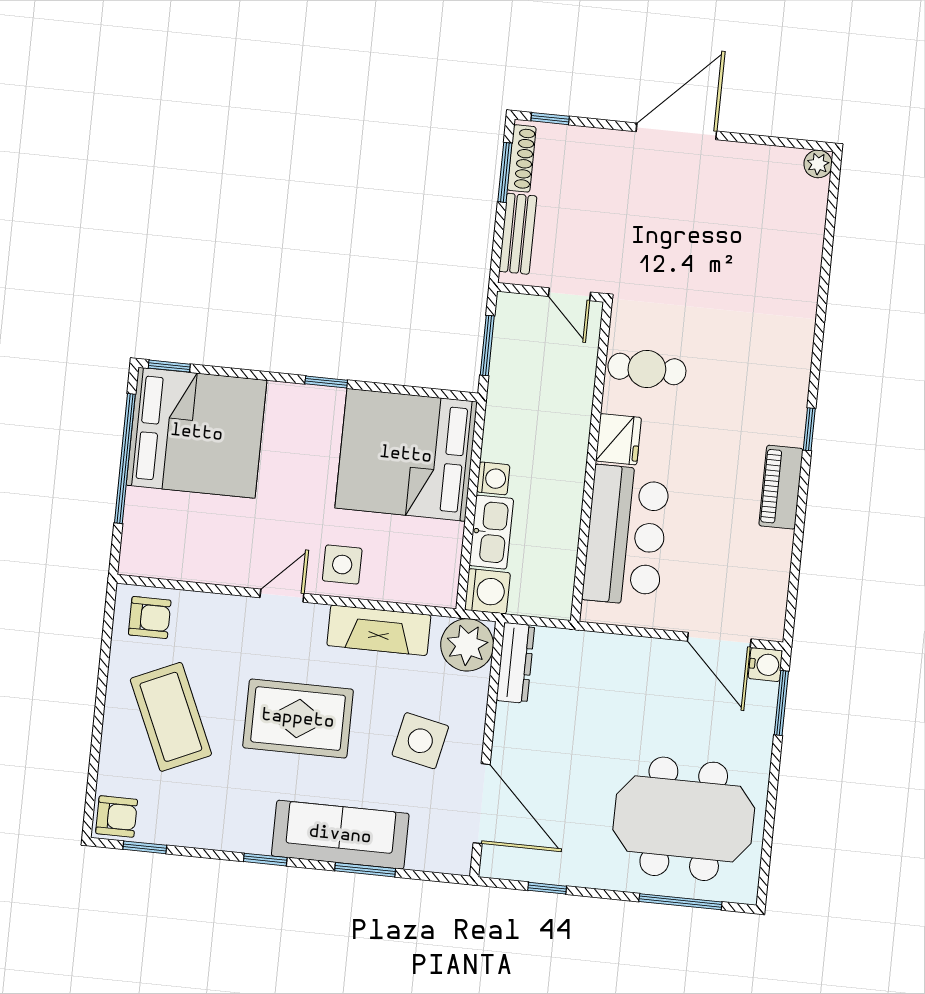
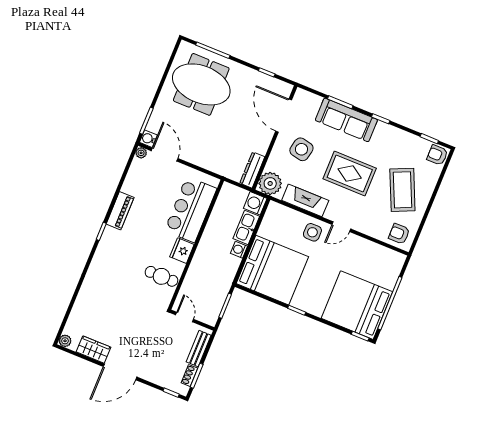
shoe rack: (522, 158) -> (189, 375), width x0.70
wardrobe: (750, 163) -> (93, 350), added
plant: (772, 629) -> (141, 153), added

